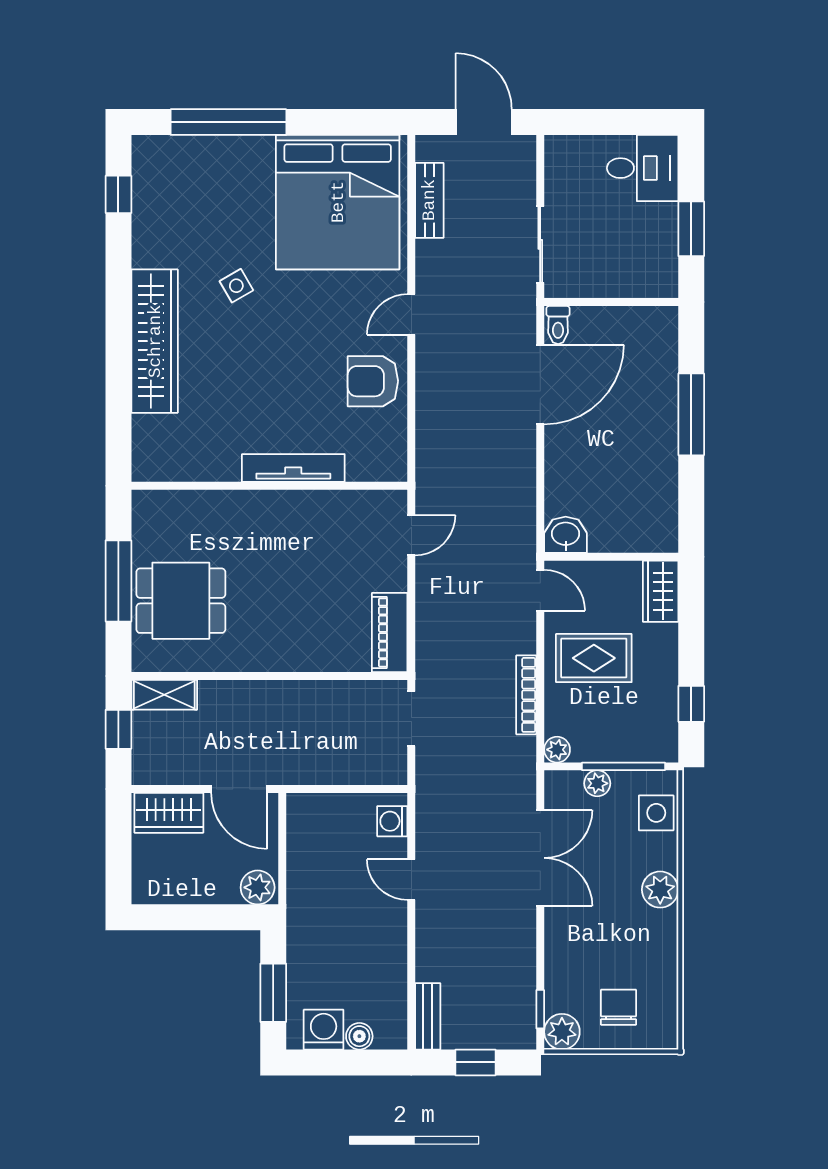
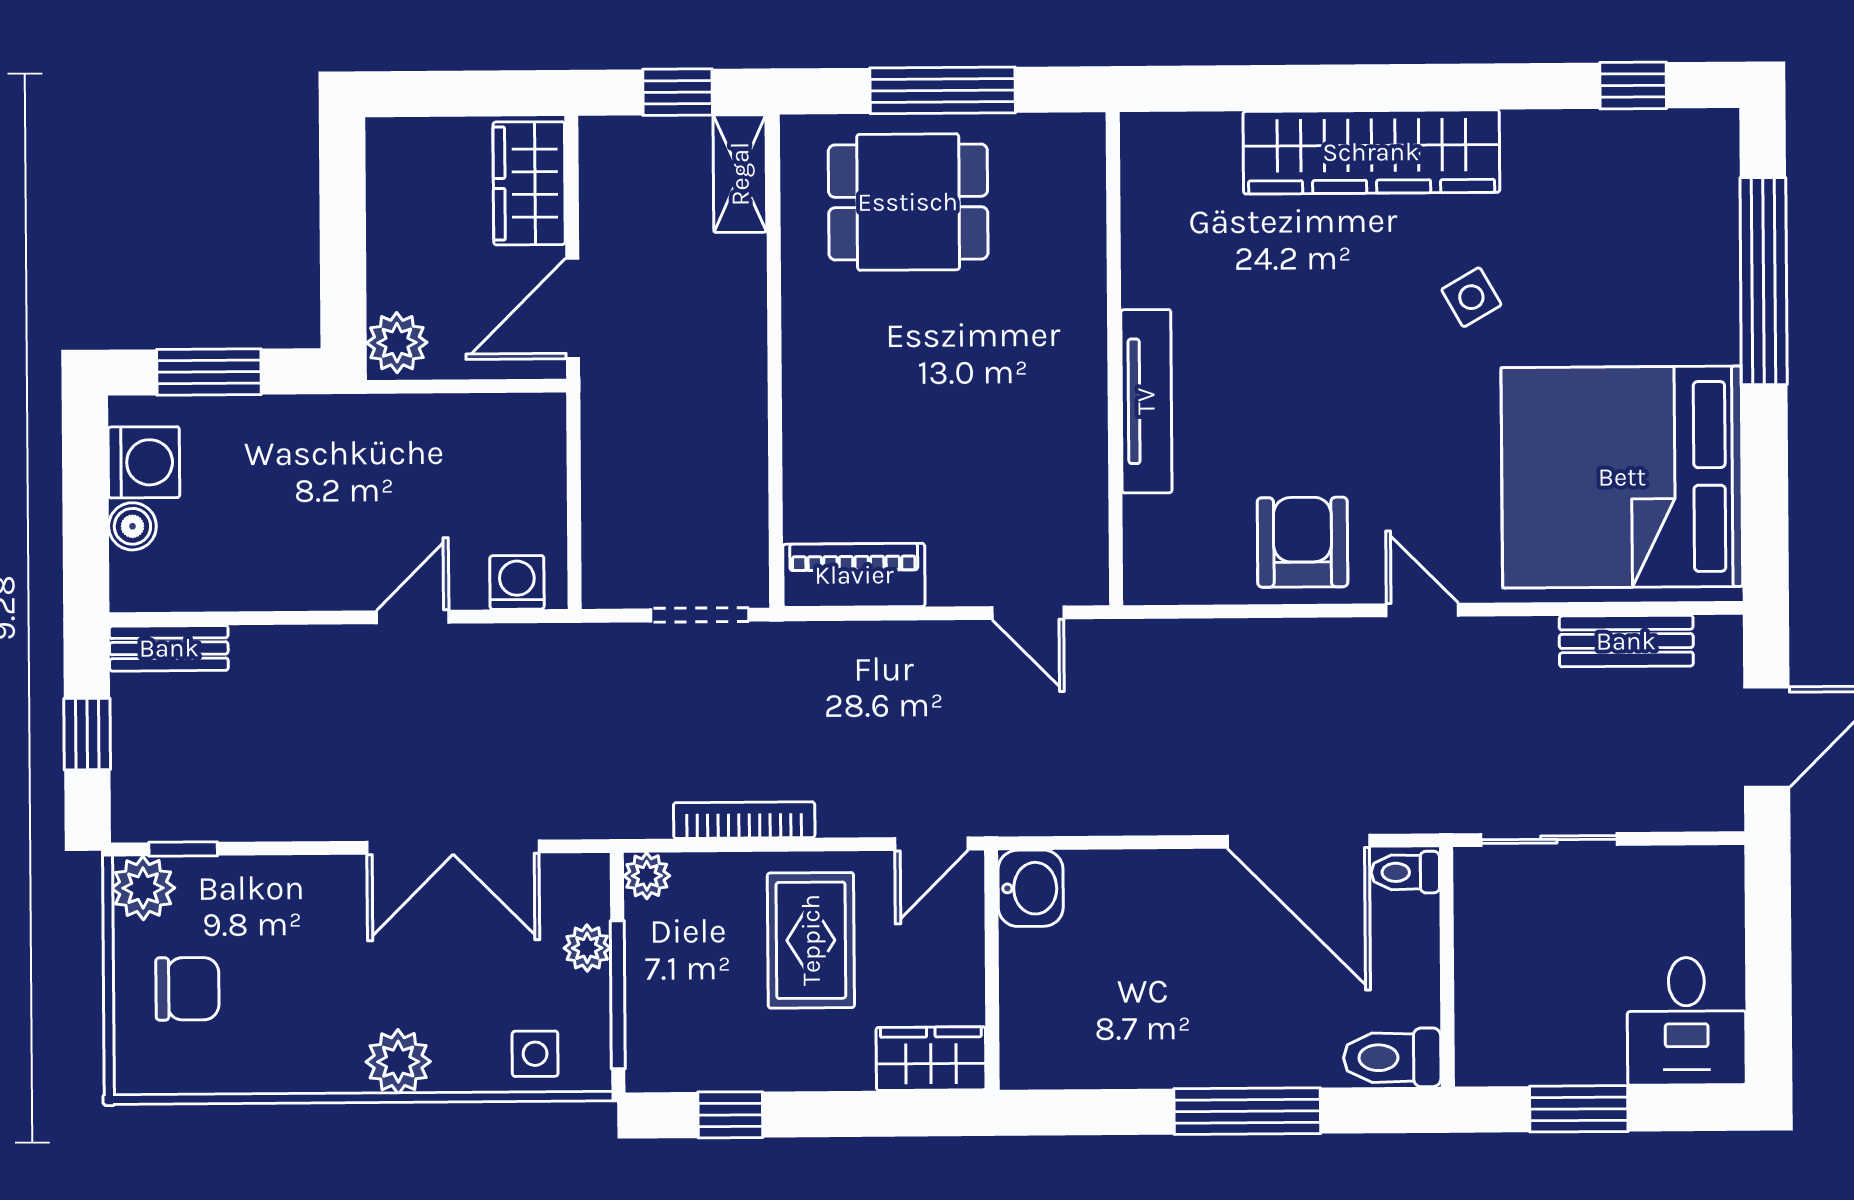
toilet: (662, 333) -> (1392, 1058), added
dining table: (181, 601) -> (908, 202), turned 90
side table: (656, 813) -> (535, 1054), width x0.73, depth x0.73

